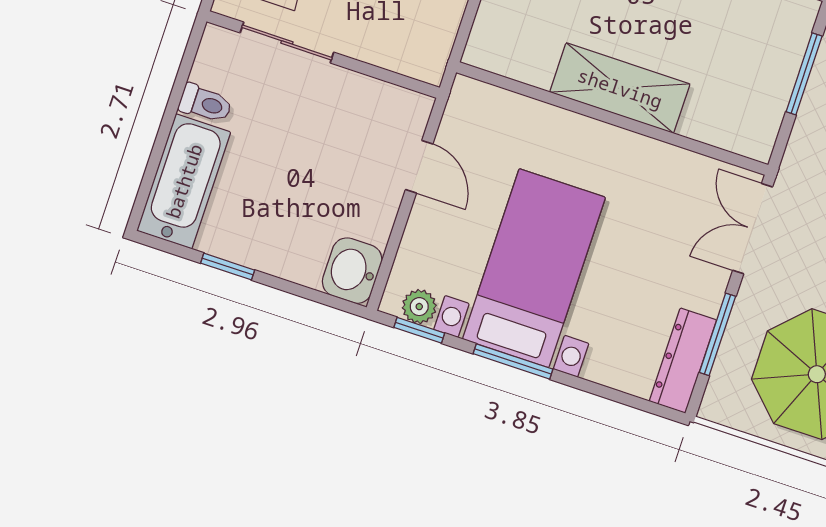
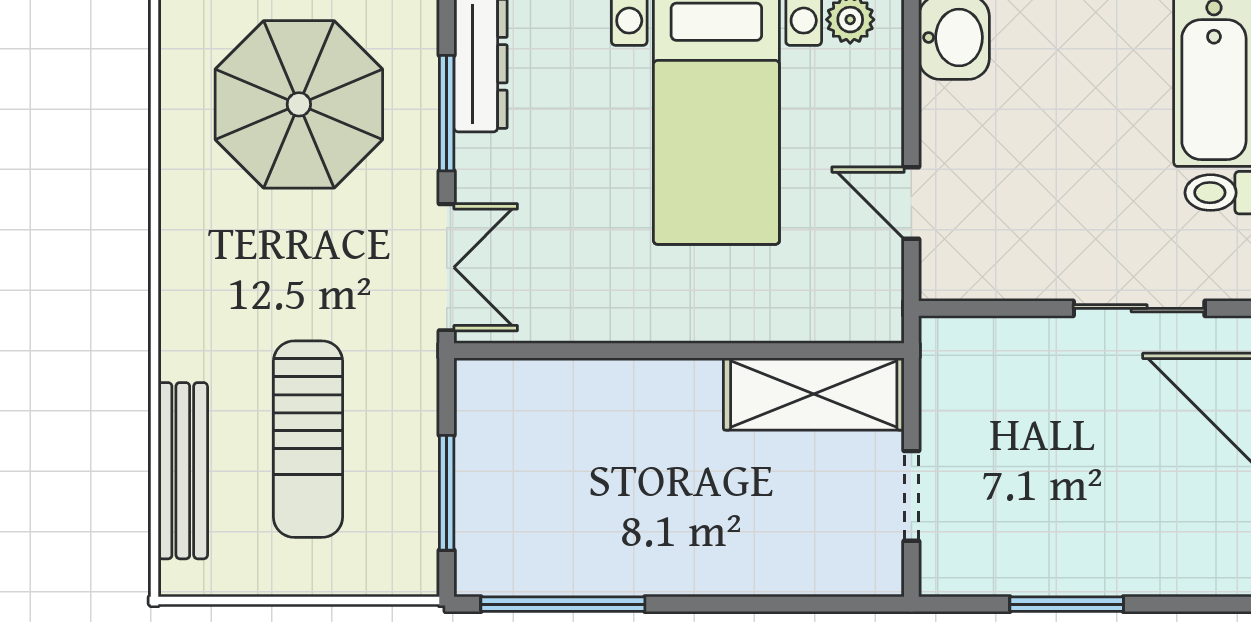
shelving: (620, 88) -> (814, 394), moved

